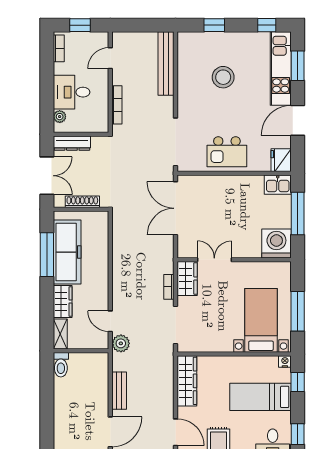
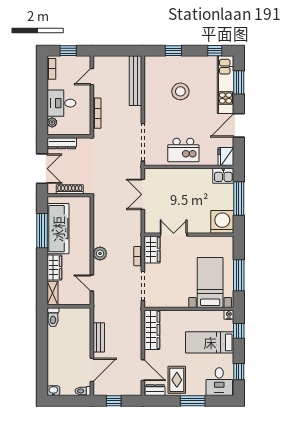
double door: (175, 208) -> (143, 194), width x0.73
plant: (121, 343) -> (100, 253), moved

